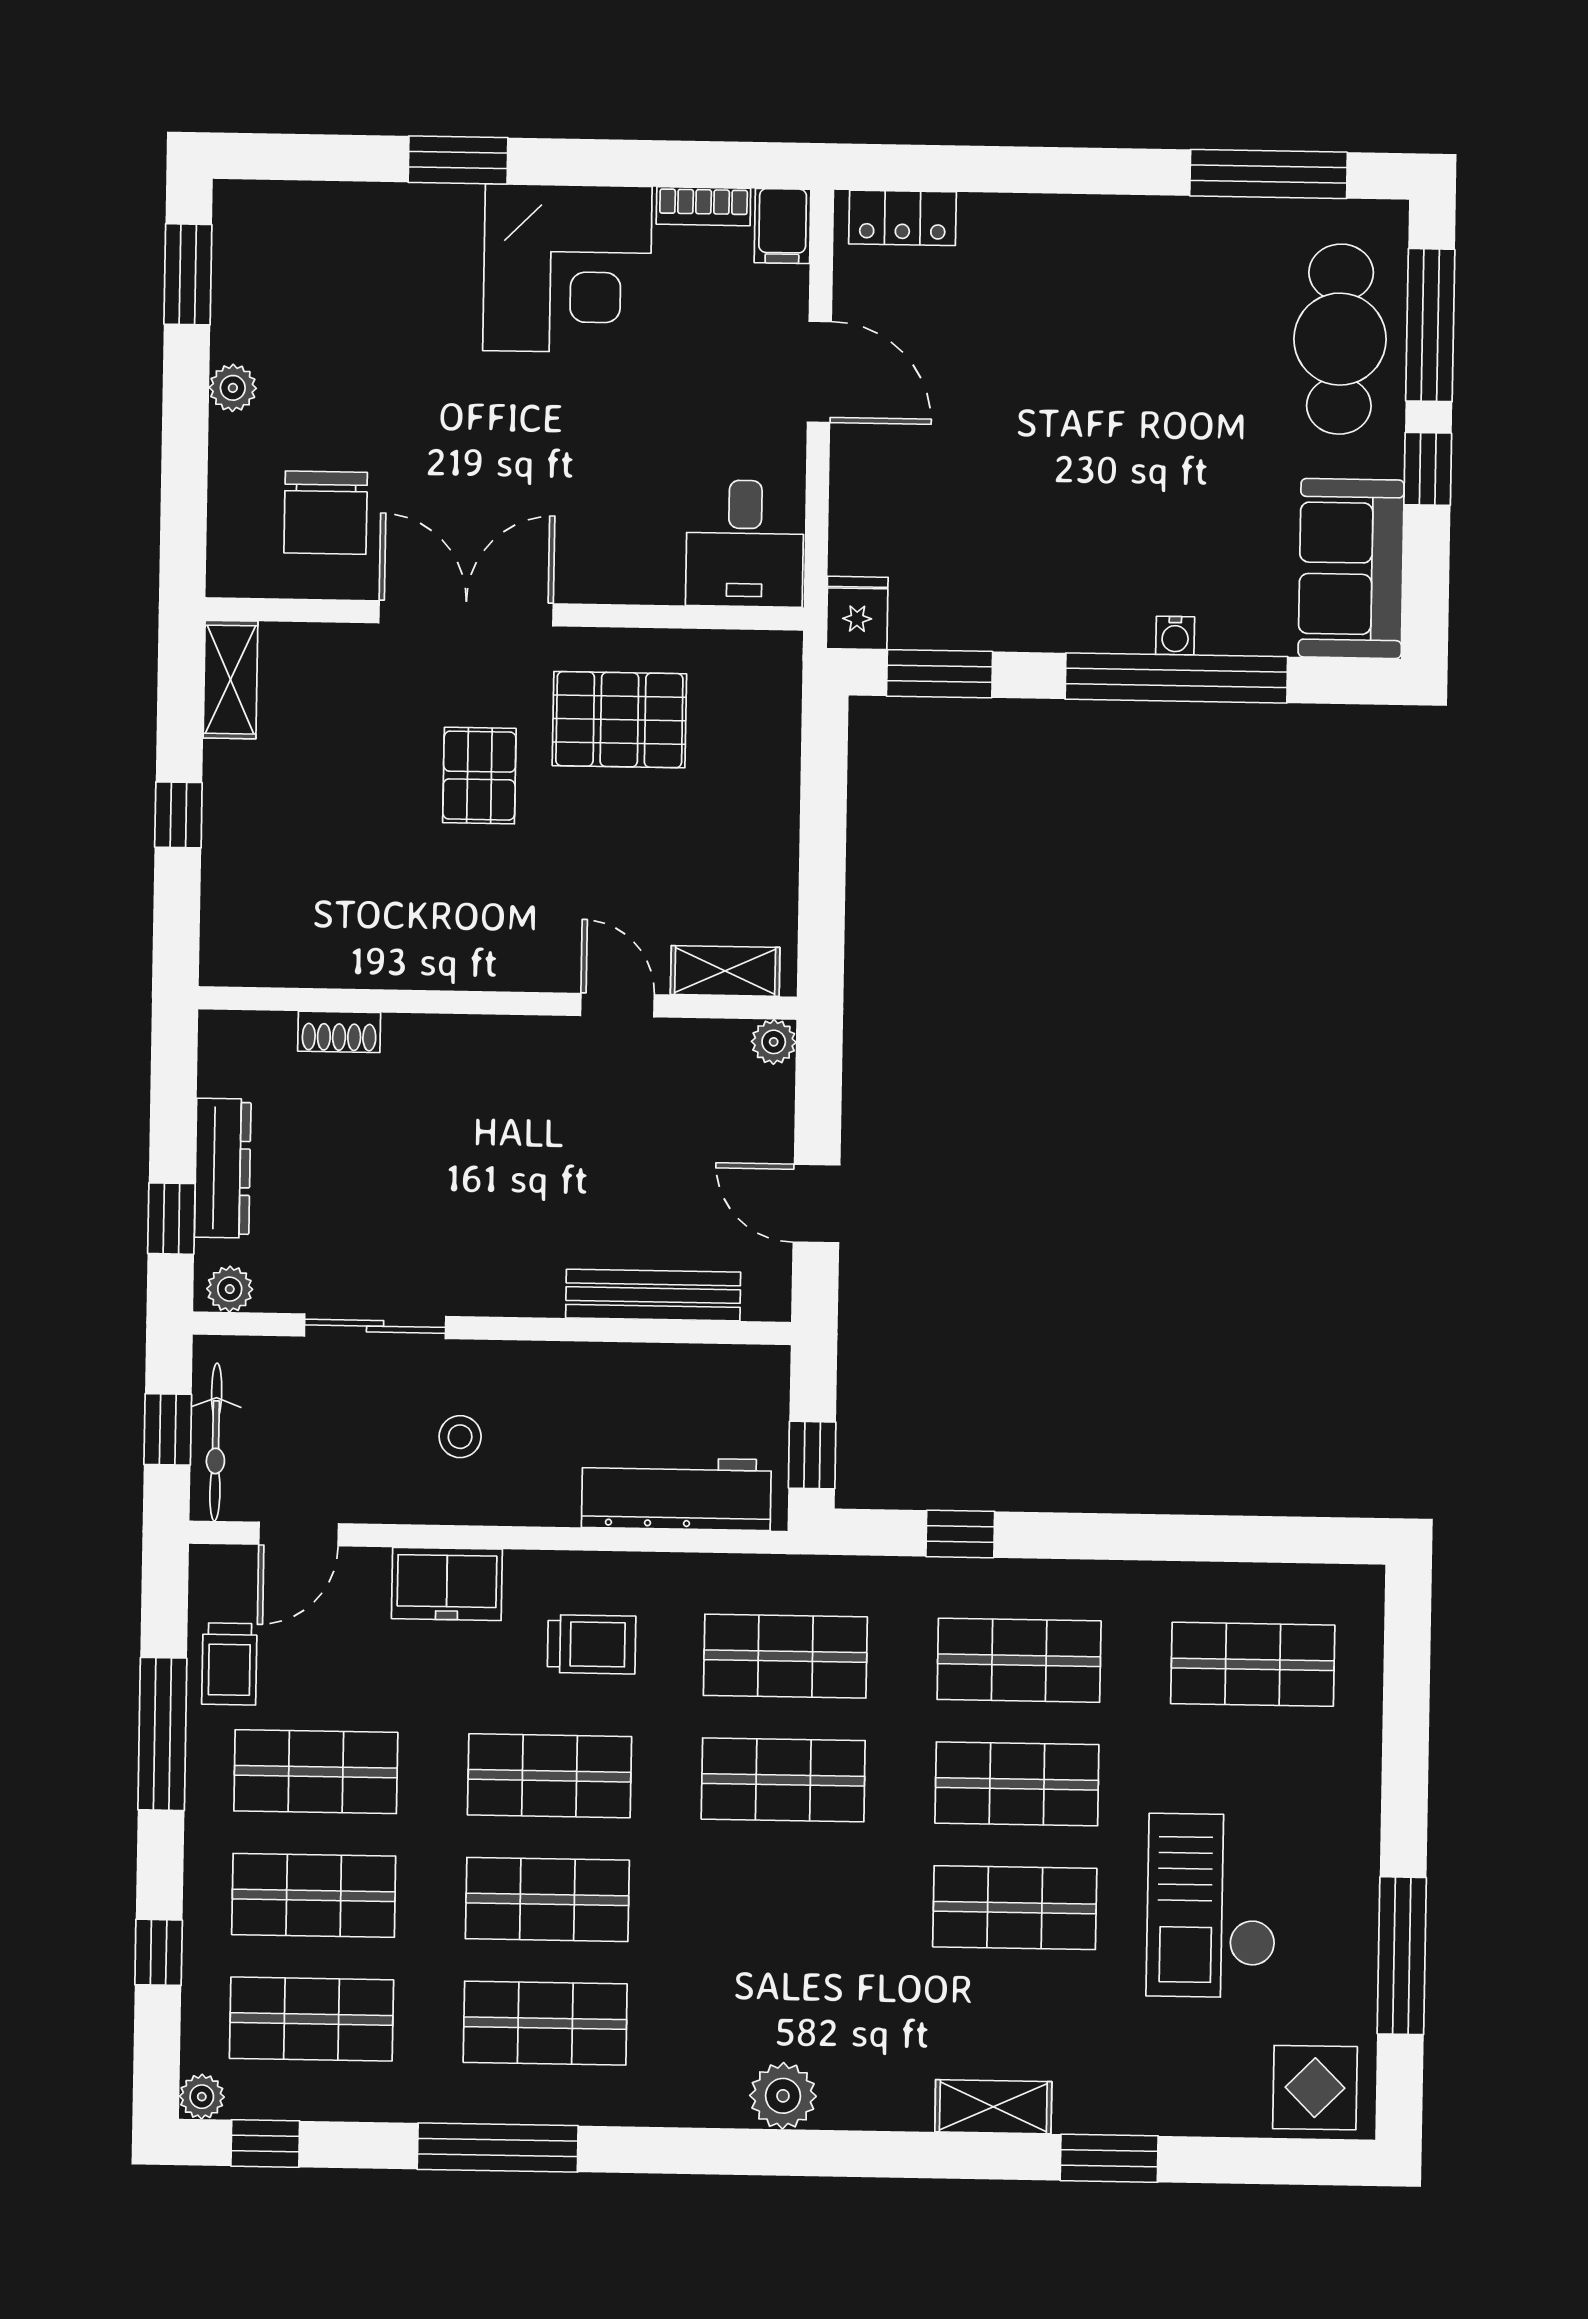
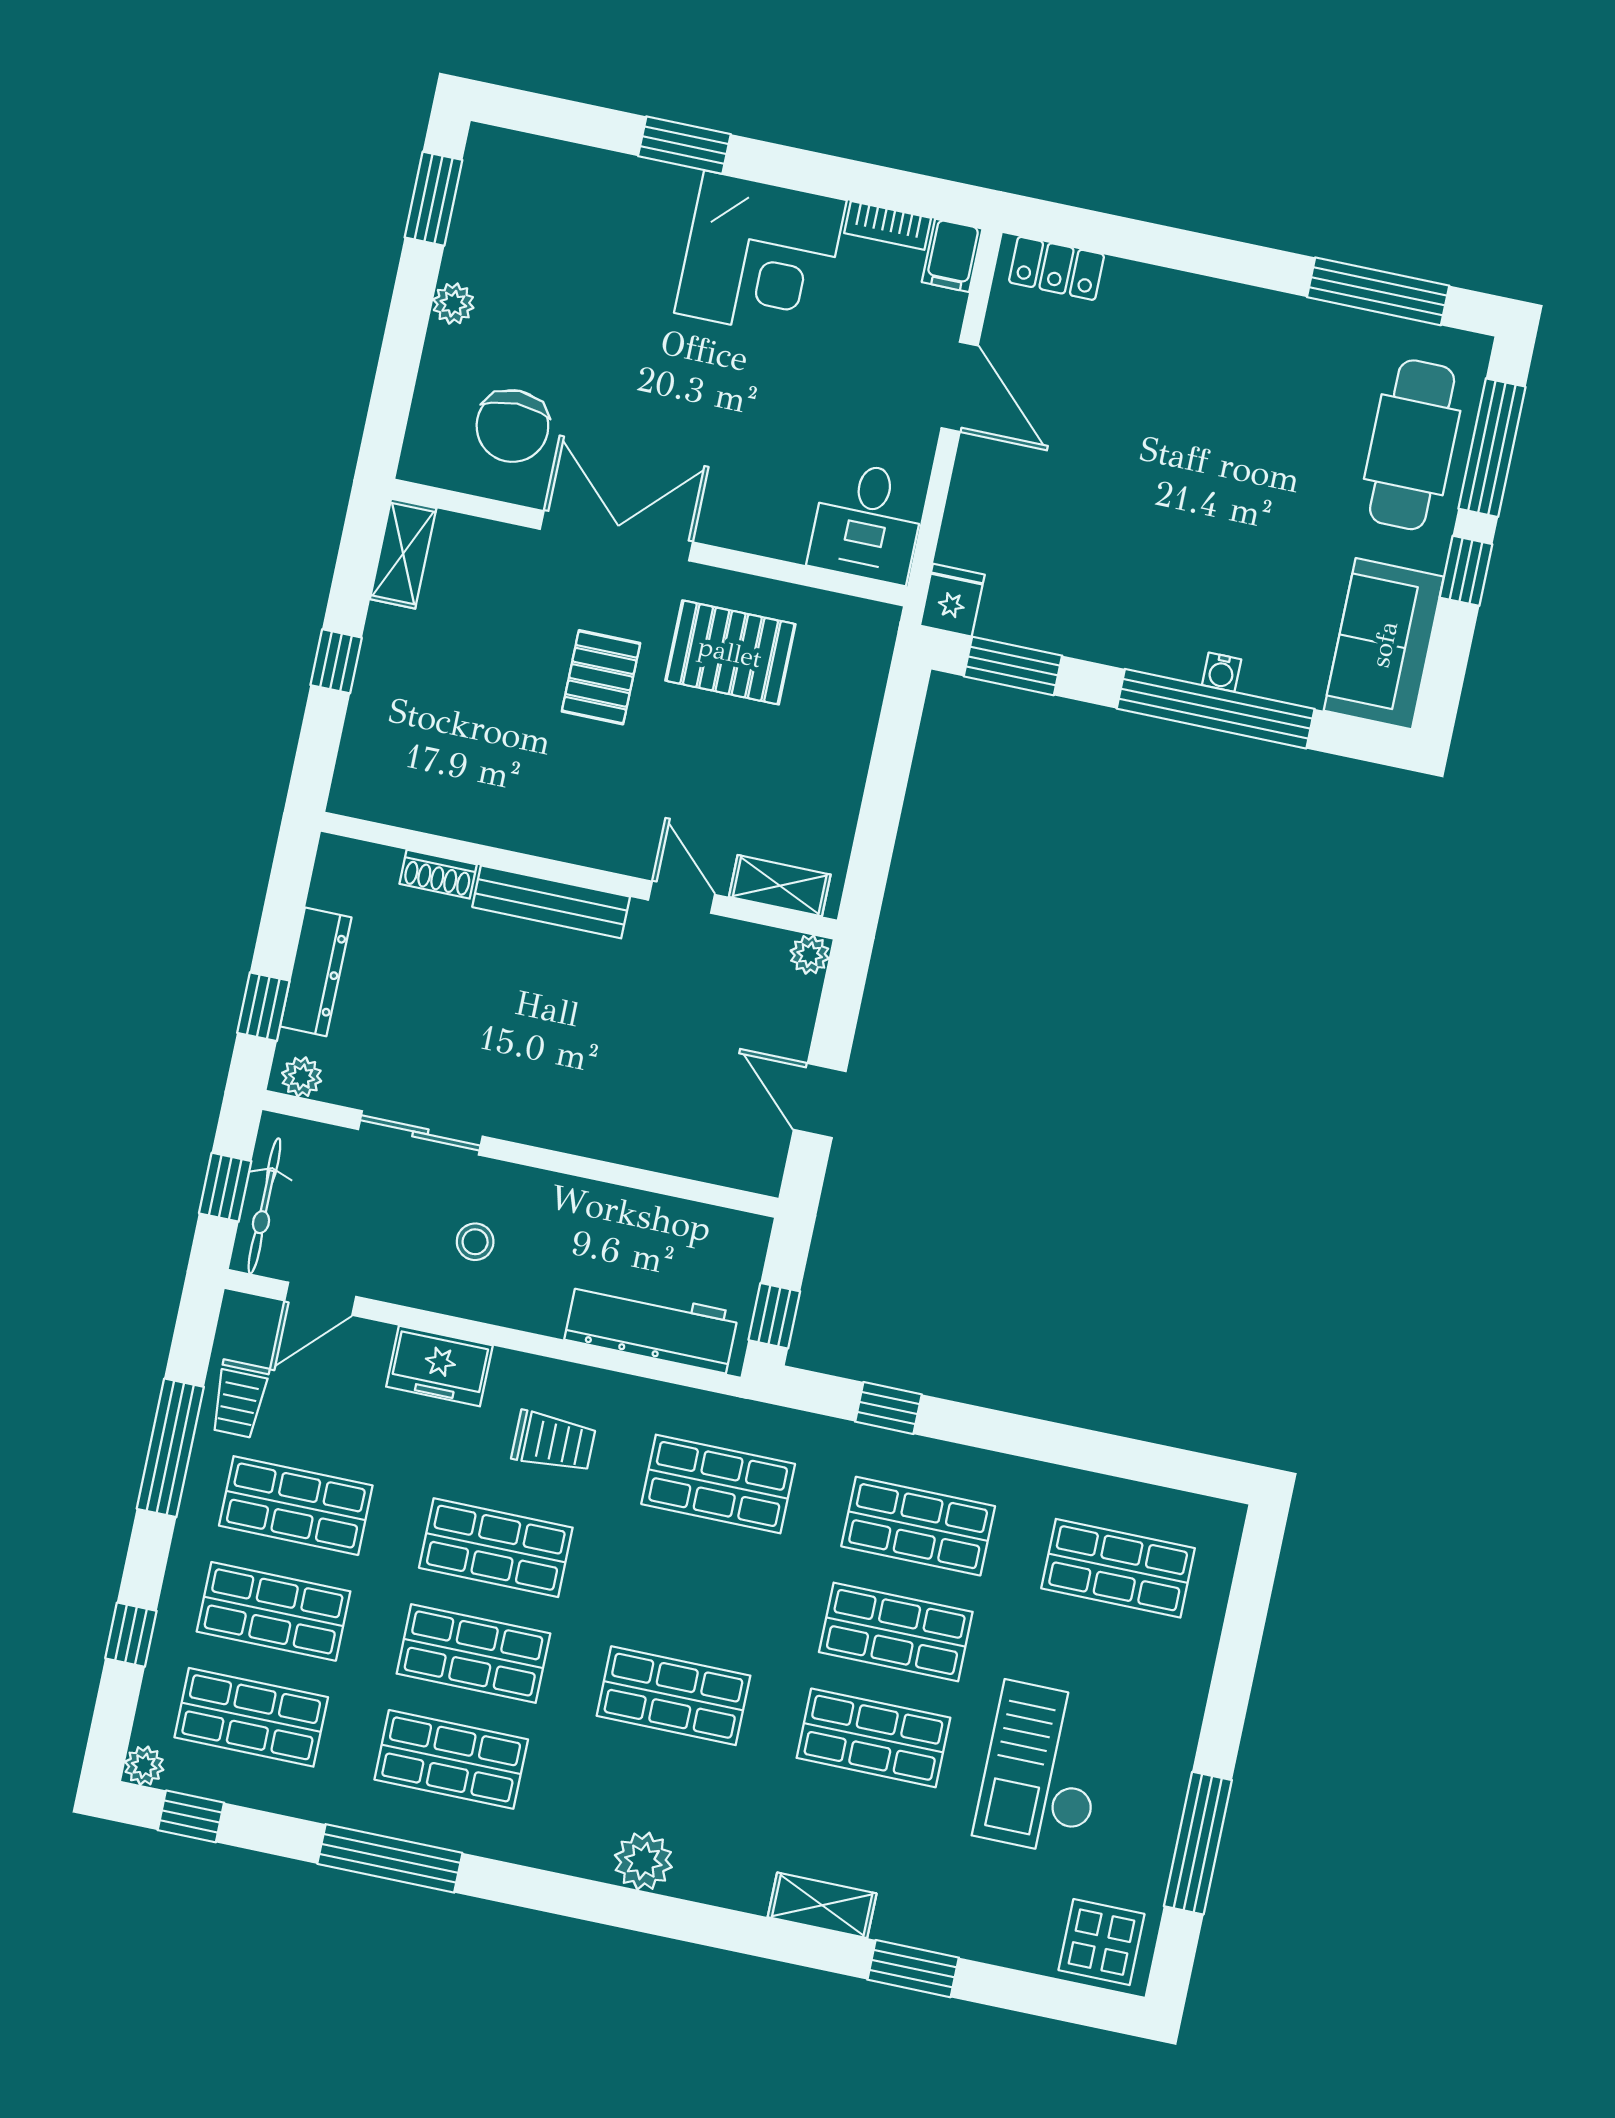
bench: (653, 1295) -> (551, 902), moved
shop shelf: (783, 1780) -> (673, 1696), moved

